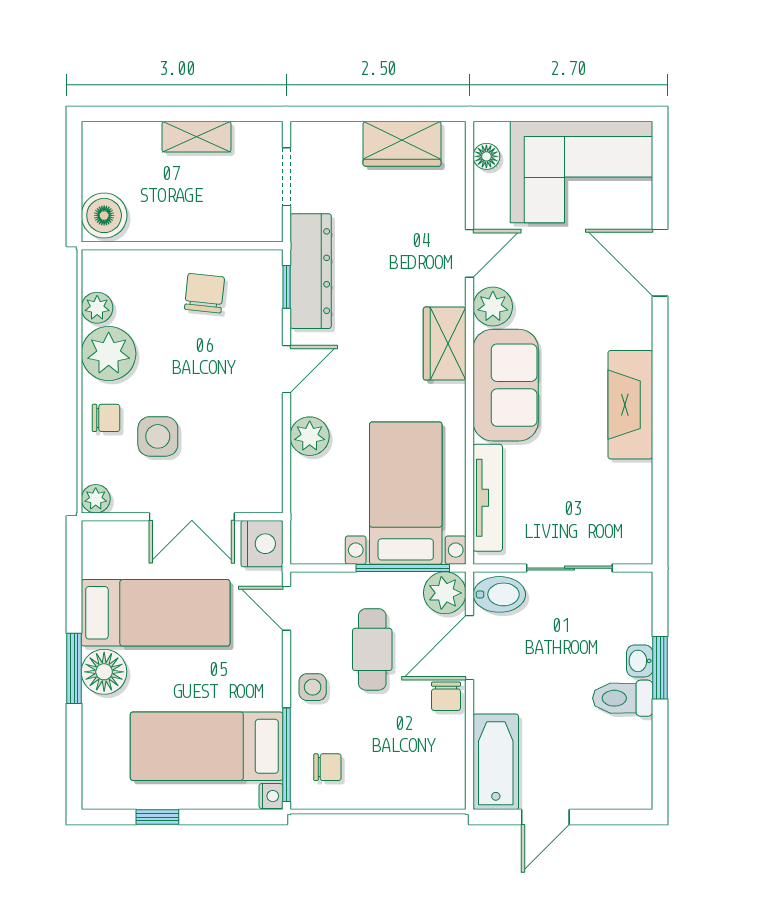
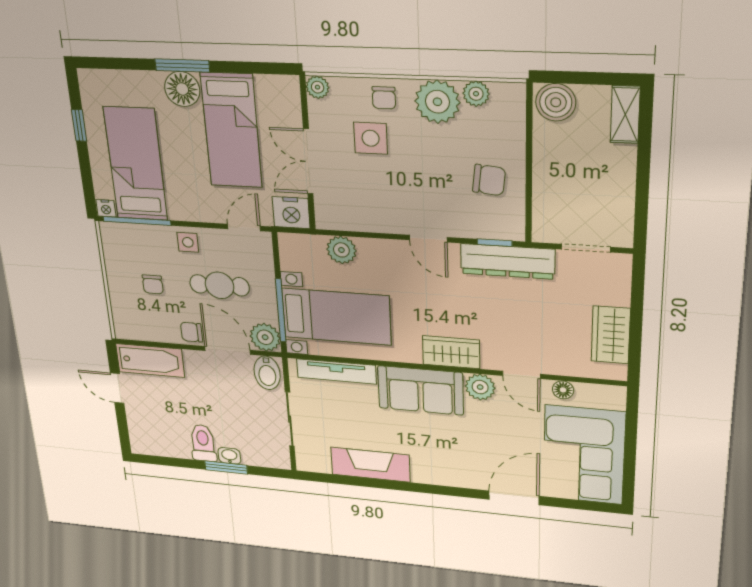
shelving: (197, 137) -> (625, 115), moved
floor lamp: (486, 156) -> (563, 390), moved
fireplace: (630, 405) -> (370, 465), moved
plant: (310, 436) -> (341, 250), moved
chair: (327, 767) -> (153, 284), moved

